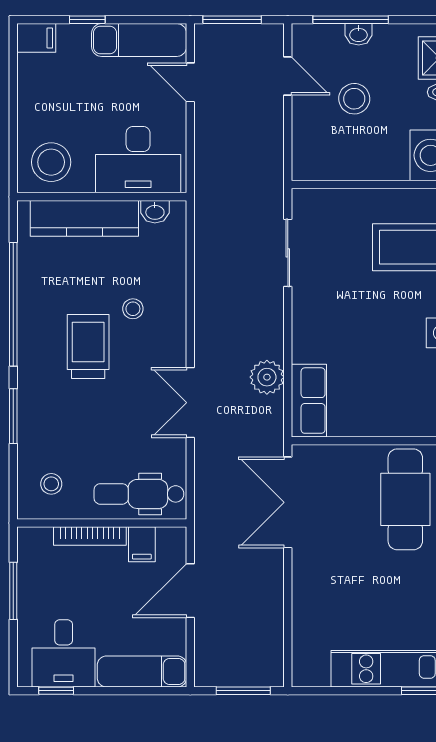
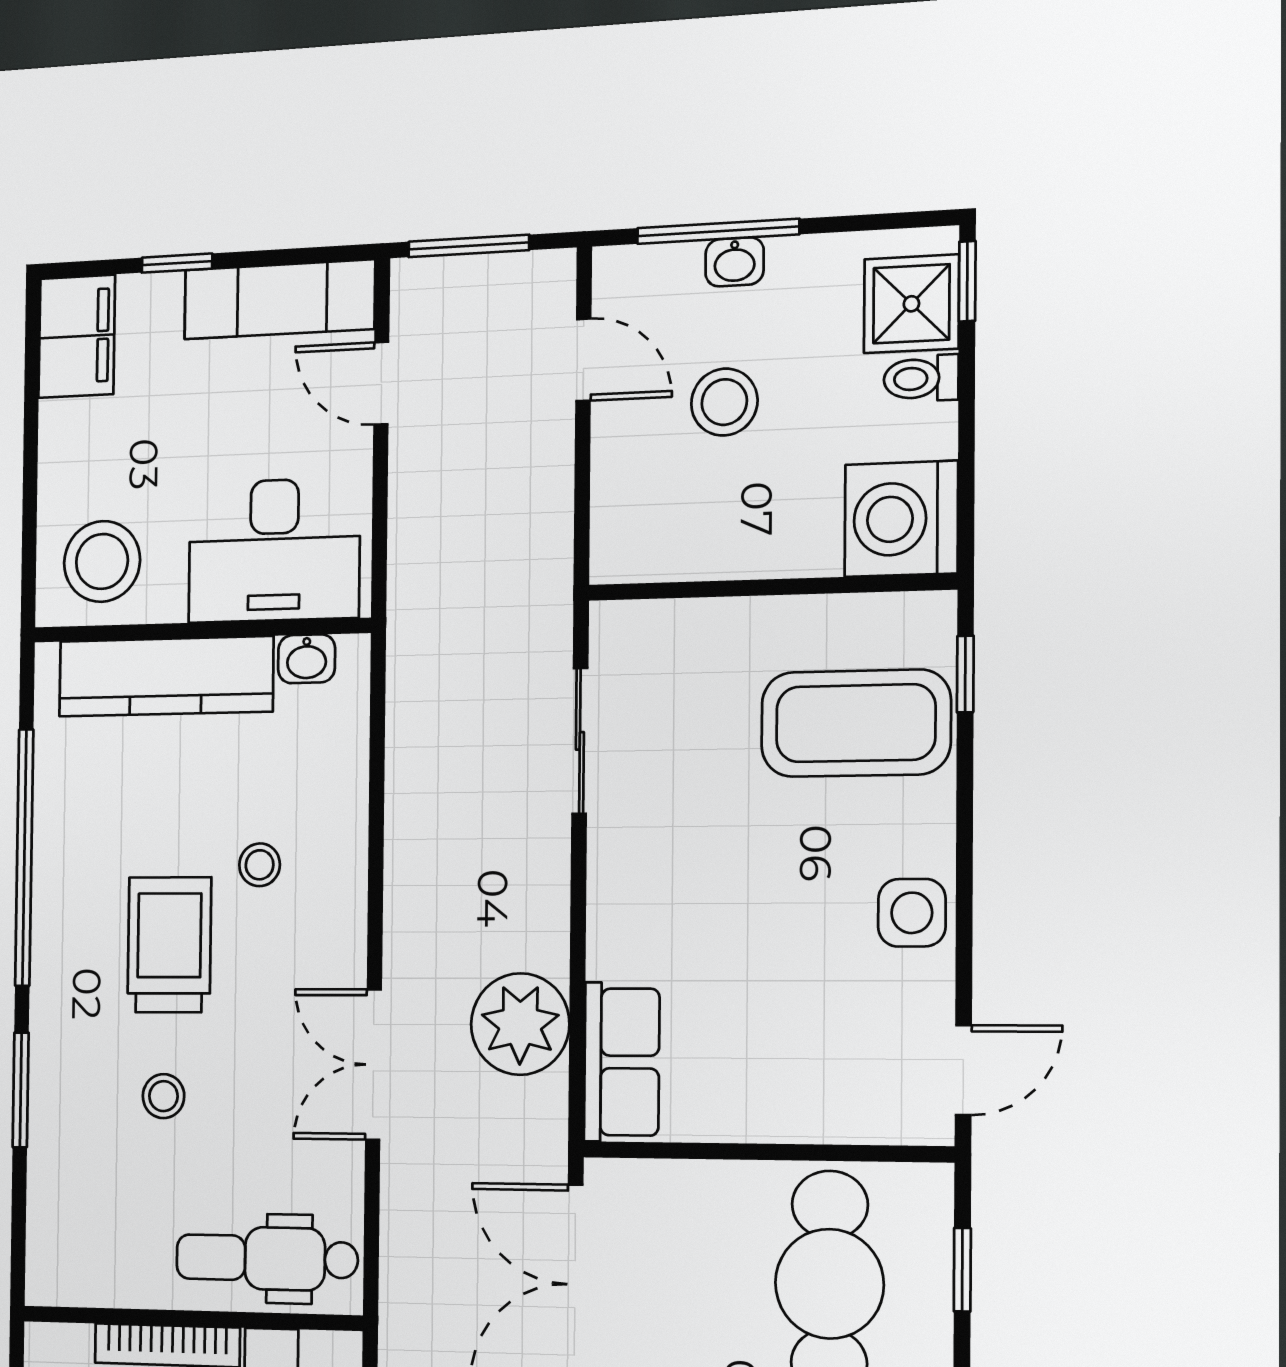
filing cabinet: (36, 38) -> (77, 336), width x2.00
plant: (267, 377) -> (520, 1024), width x1.36, depth x1.36
stool: (51, 484) -> (164, 1096), moved

